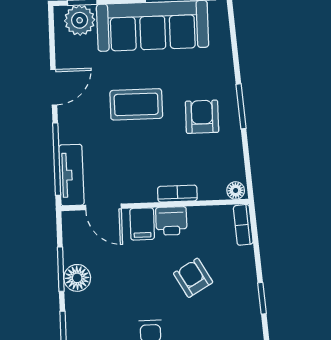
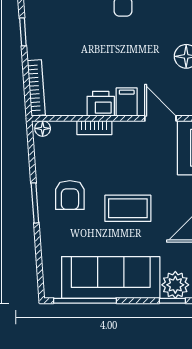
bookcase: (243, 225) -> (36, 88), width x1.56
armchair: (193, 278) -> (83, 52), removed

